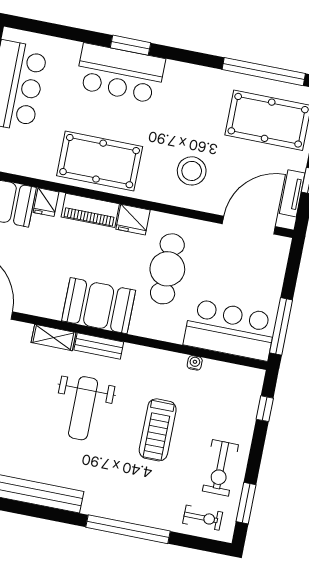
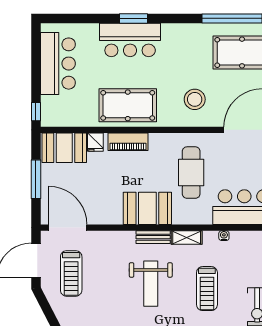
fridge: (133, 220) -> (160, 142), removed
shelving: (53, 337) -> (187, 237), moved

